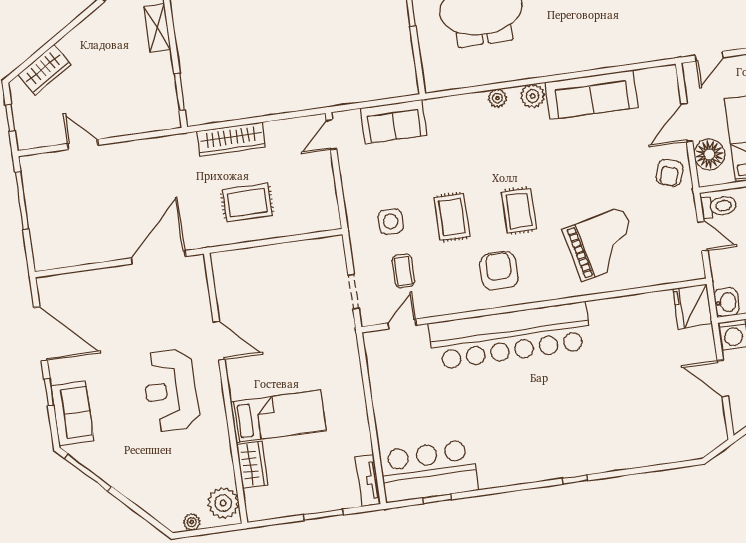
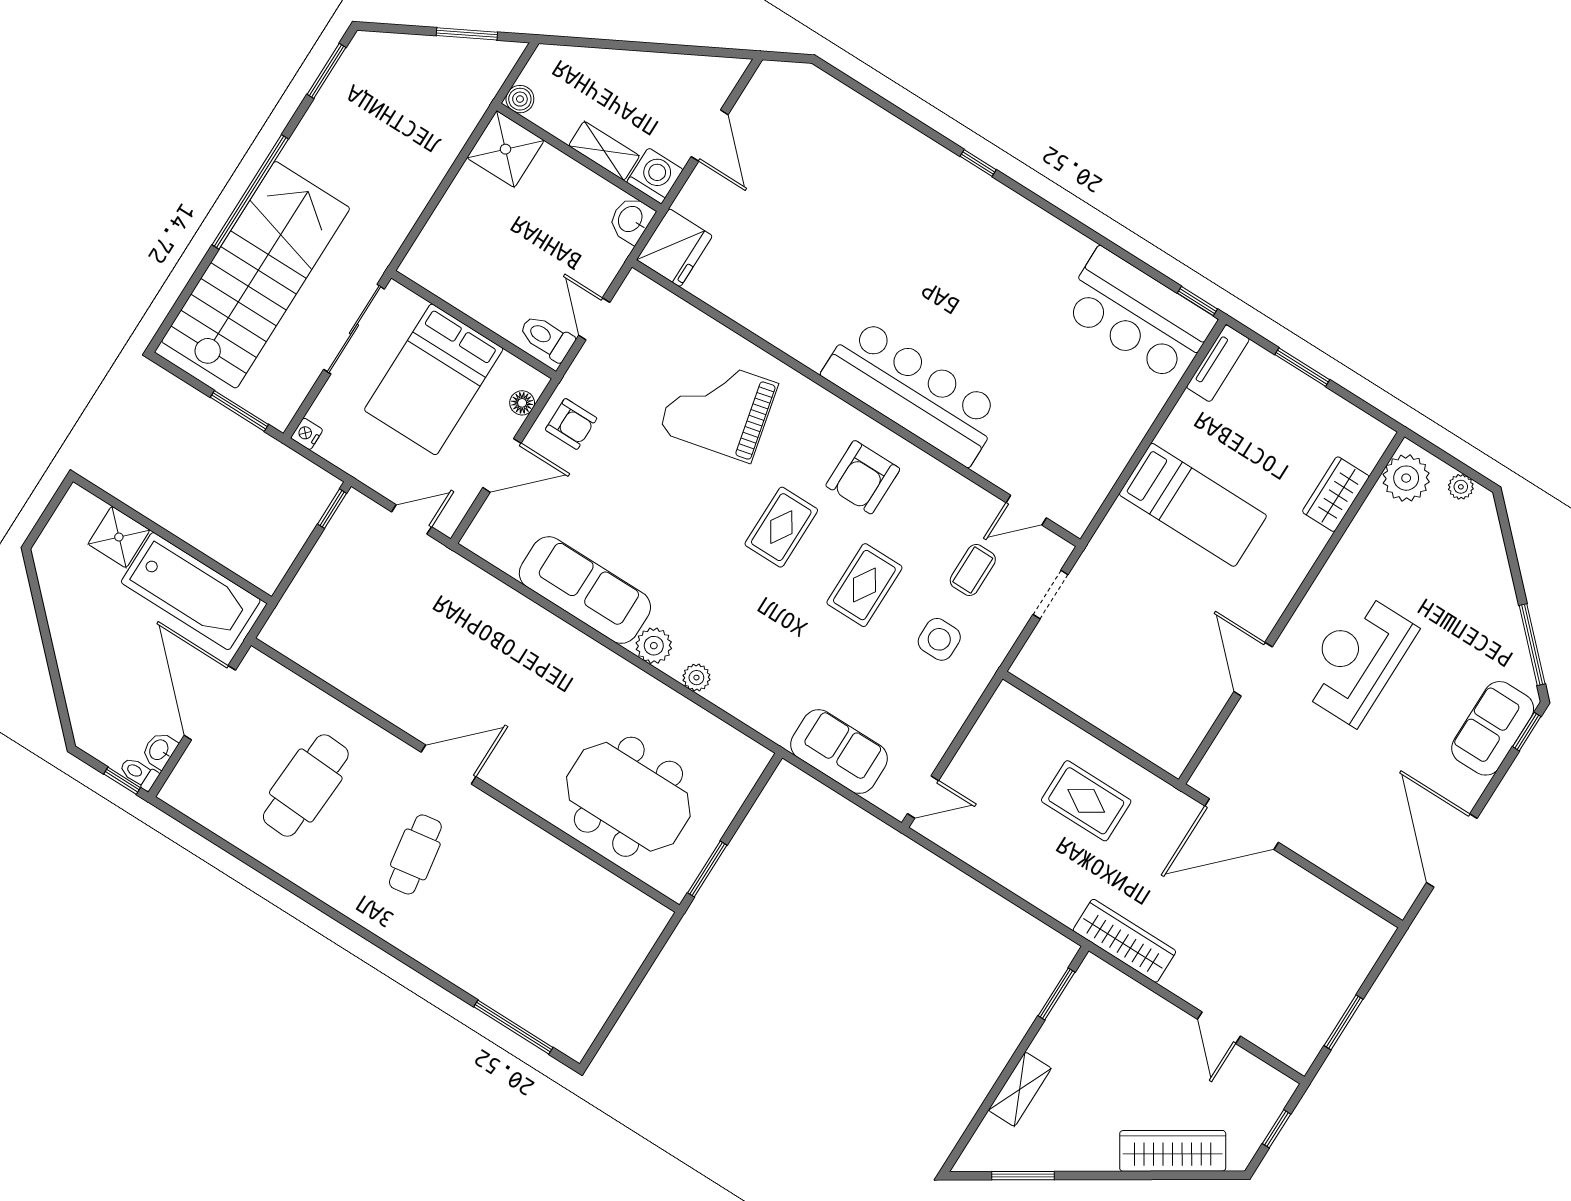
wardrobe: (45, 70) -> (1173, 1151), width x1.50
wardrobe: (231, 139) -> (1124, 941), moved
floor lamp: (709, 155) -> (522, 403), width x0.53, depth x0.53
armchair: (669, 173) -> (571, 424), turned 72
window: (22, 200) -> (1344, 1022), width x0.69
bar counter: (510, 336) -> (913, 392), width x0.73
reception desk: (171, 390) -> (1357, 659), turned 180
window: (49, 392) -> (1527, 732), moved
bed: (278, 416) -> (1193, 505), moved, turned 180
window: (437, 499) -> (1197, 301), moved

